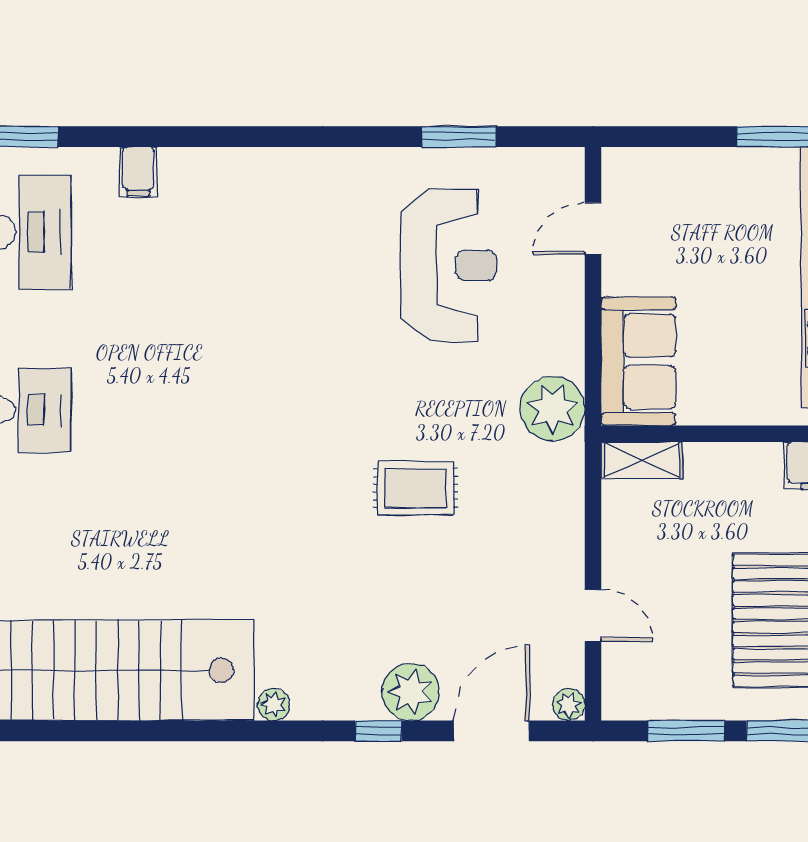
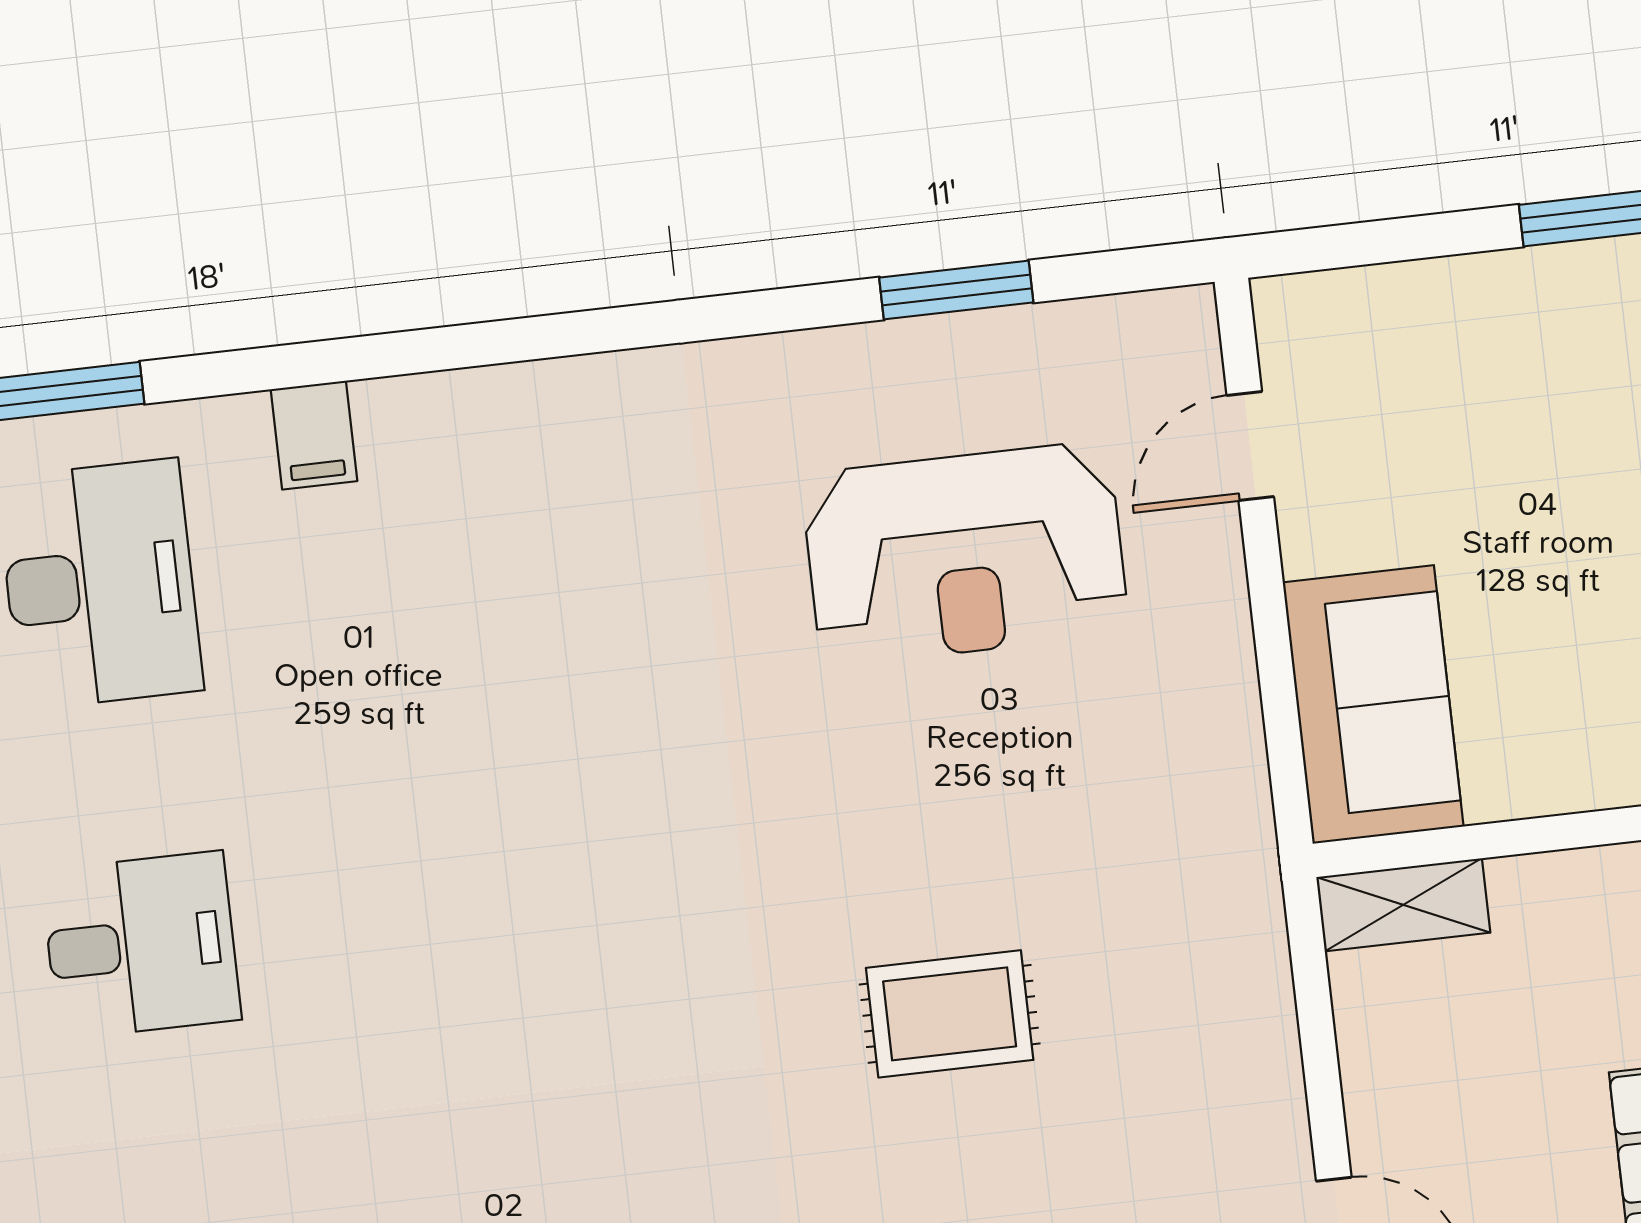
reception desk: (448, 265) -> (965, 554), turned 90
plant: (553, 408) -> (1210, 820), removed

